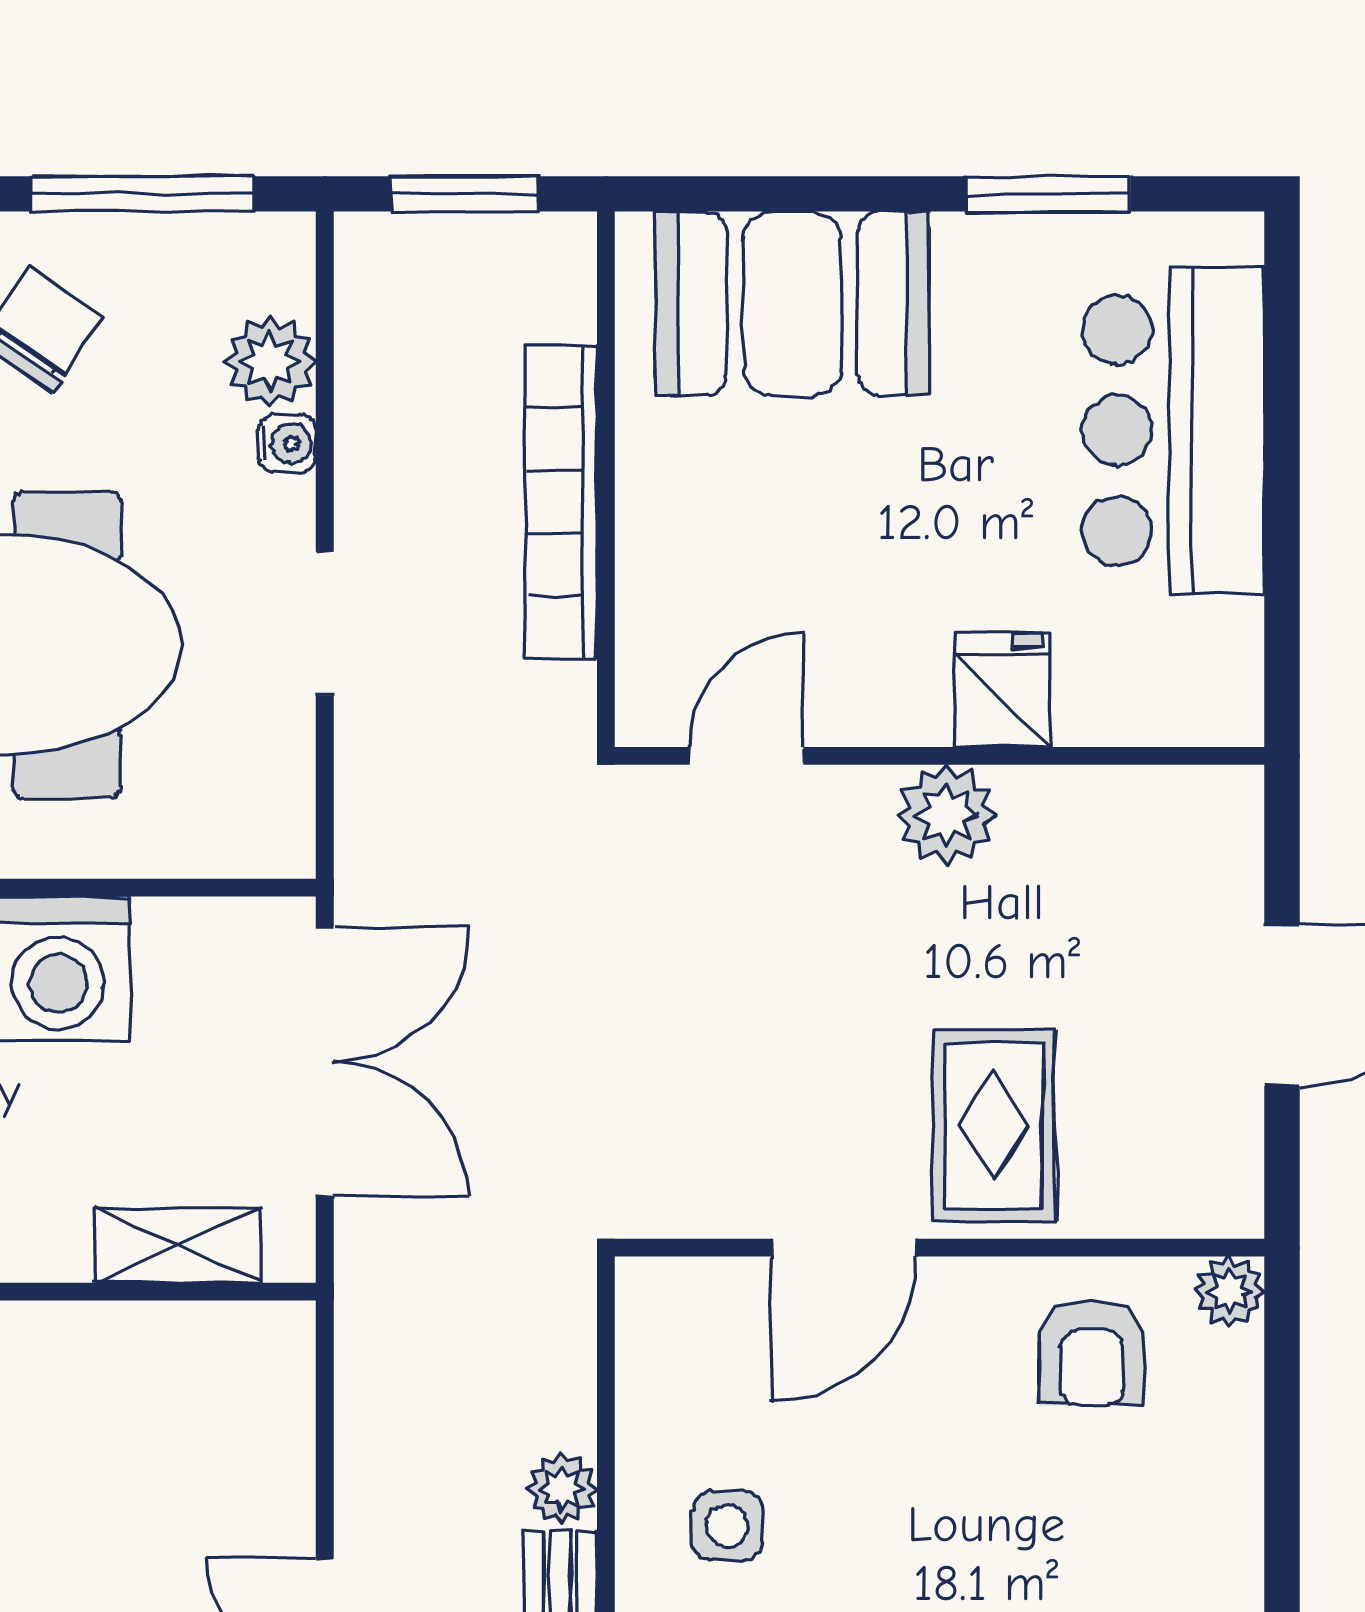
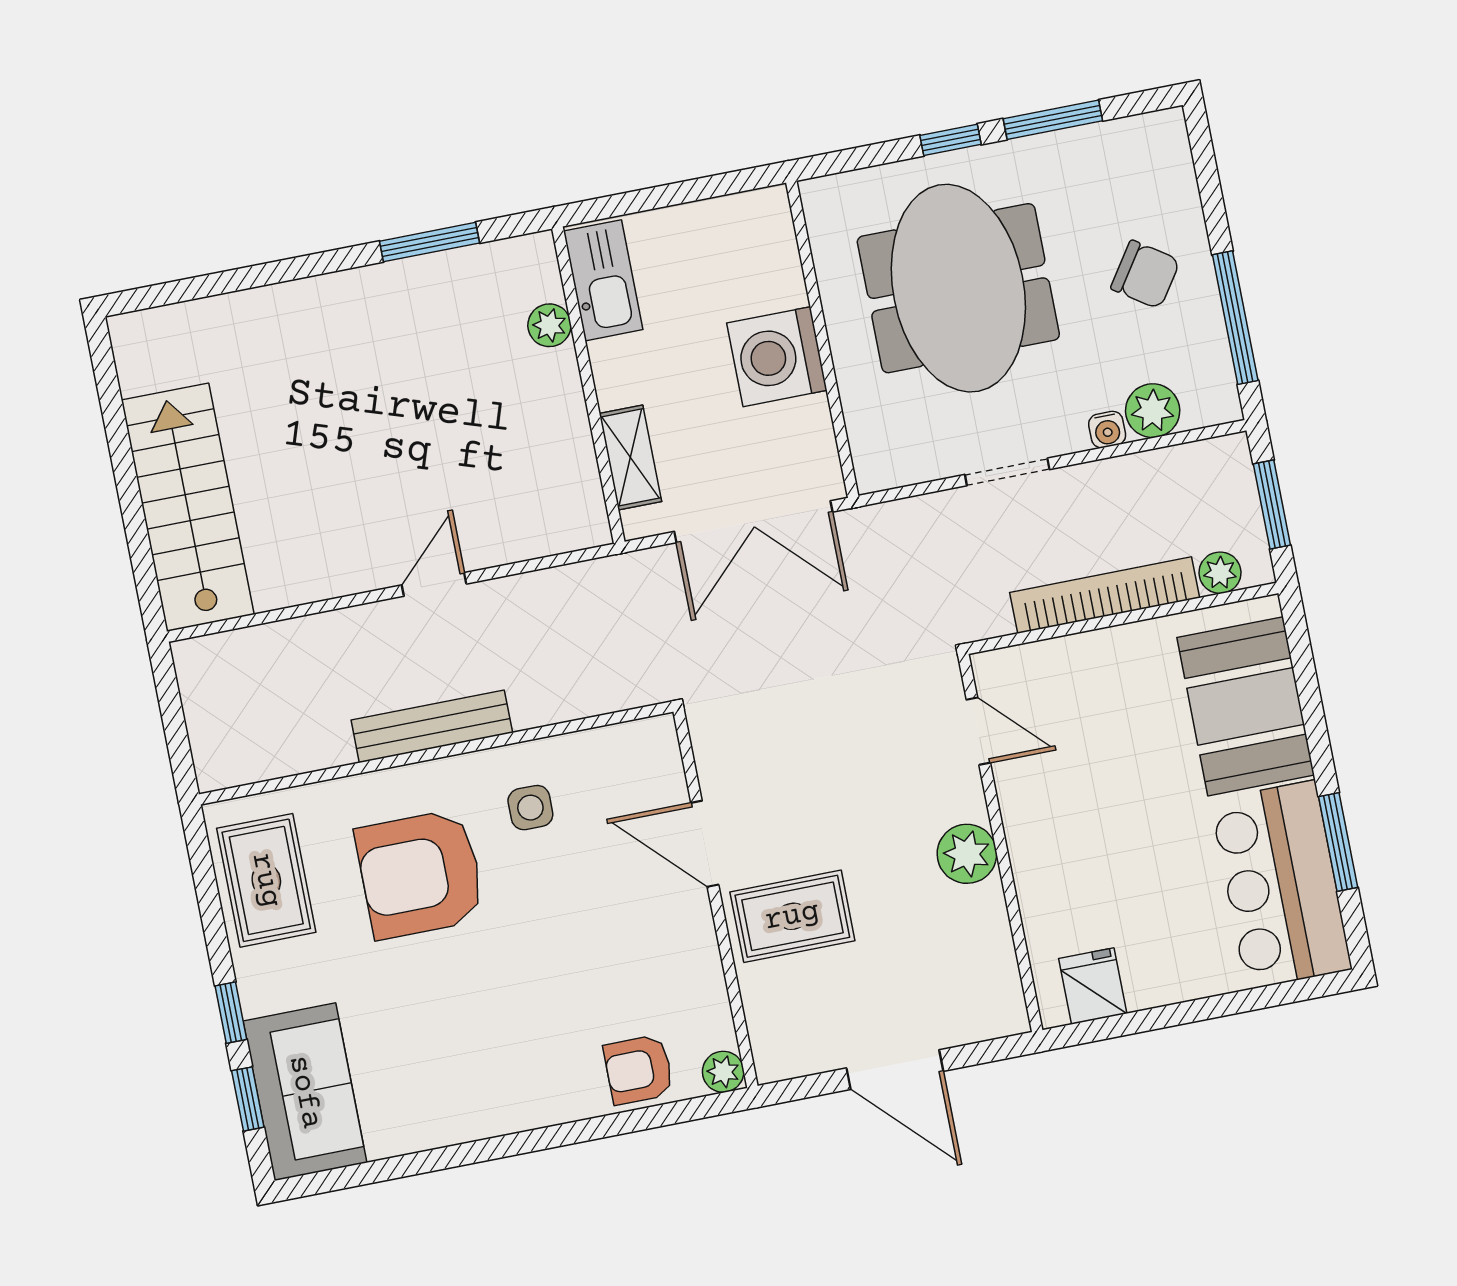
bar counter: (1173, 430) -> (1281, 885), moved, turned -90
fridge: (1003, 690) -> (1093, 986), moved, turned -90
armchair: (1092, 1353) -> (639, 1070), moved
plant: (562, 1489) -> (1220, 573), moved

